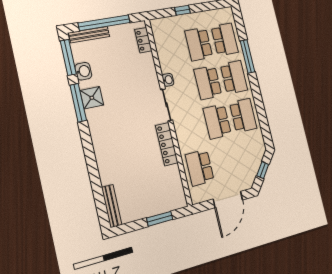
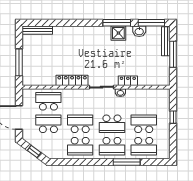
window: (104, 23) -> (173, 54), width x0.68
locker: (143, 40) -> (128, 81), moved
school desk: (208, 83) -> (112, 124), turned 180
school desk: (227, 161) -> (48, 124), added
window: (160, 219) -> (19, 62), width x1.44

